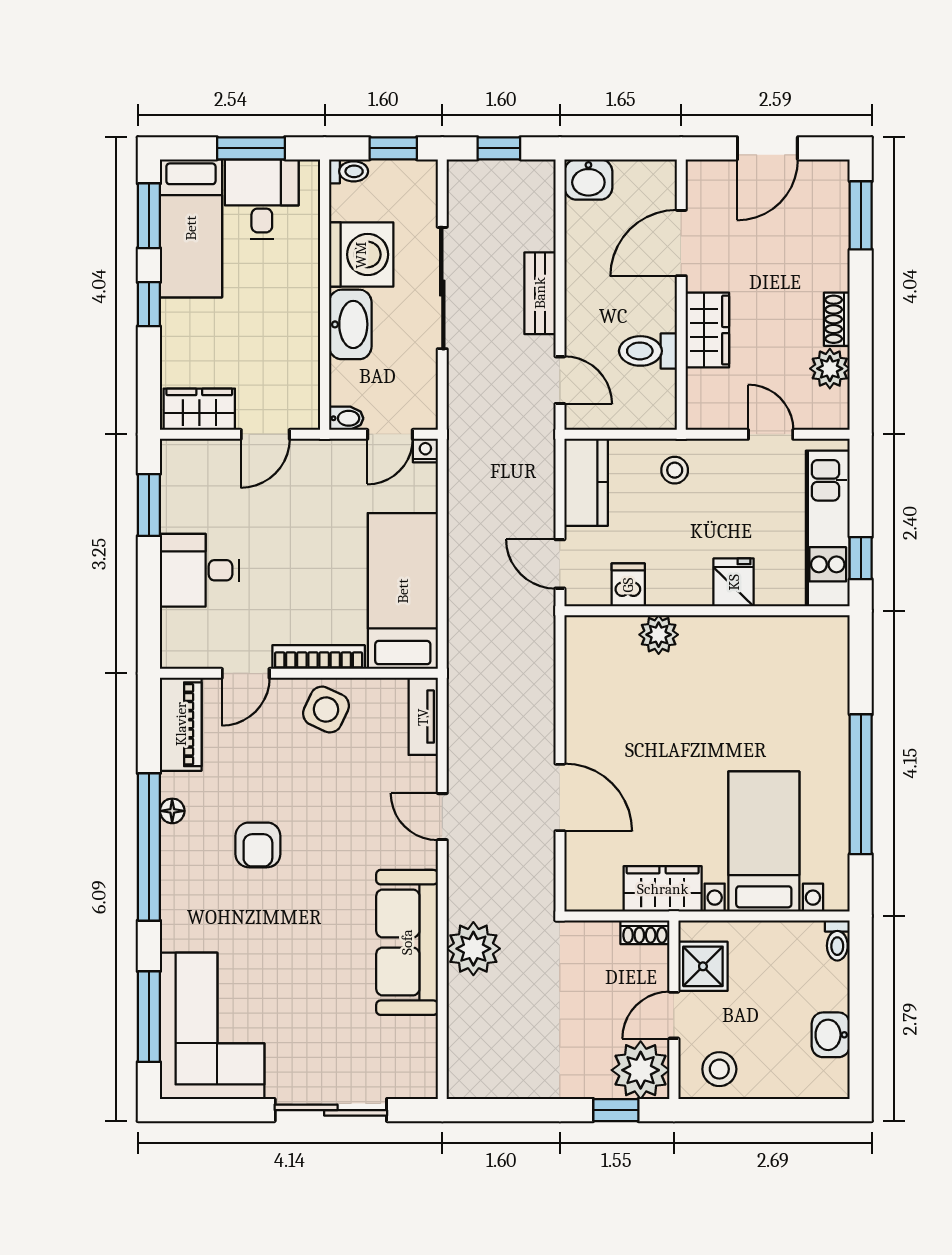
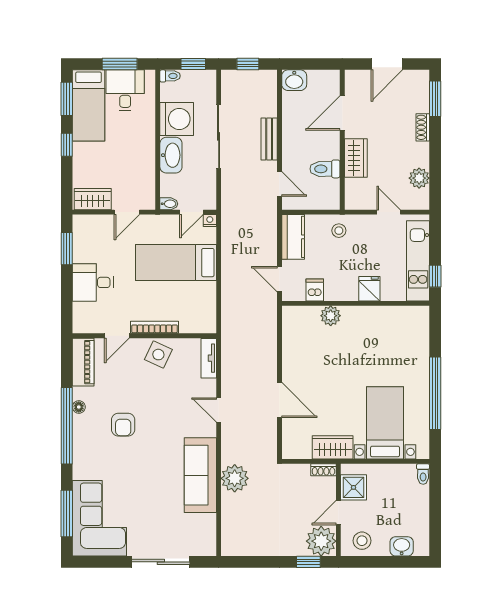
shoe rack: (837, 319) -> (423, 127), moved
bed: (403, 591) -> (176, 263), moved, turned -90
washbasin: (831, 1035) -> (402, 546), moved, turned 90

